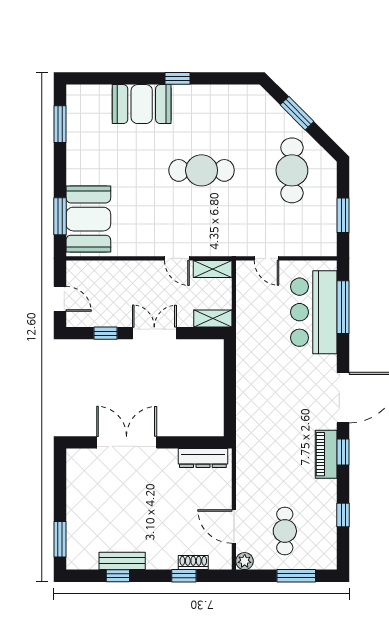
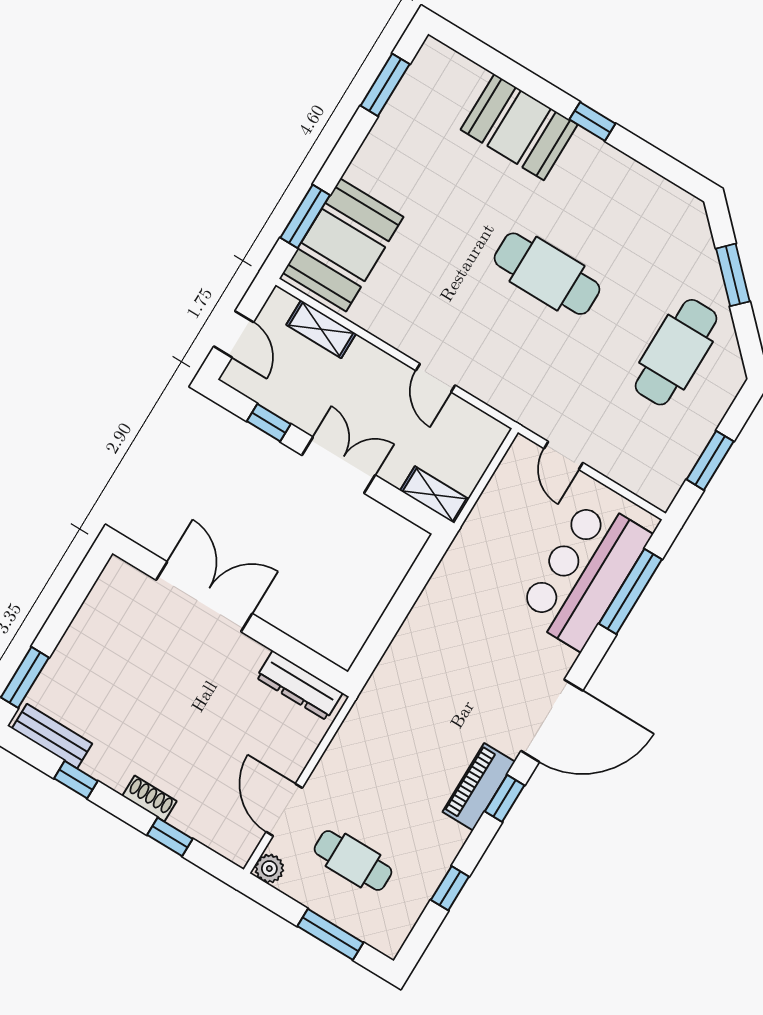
shelving: (213, 269) -> (321, 329), moved
cafe table: (285, 531) -> (353, 861), turned 90
bench: (122, 561) -> (52, 736), moved
shoe rack: (193, 563) -> (149, 798), moved

